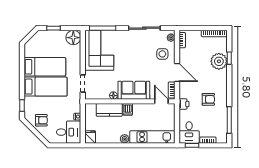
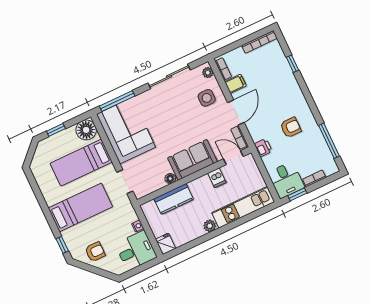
filing cabinet: (186, 54) -> (235, 84), added
plant: (219, 61) -> (282, 74), removed
bed: (45, 67) -> (81, 163), moved, turned 180
door: (177, 73) -> (236, 113), hinge flipped
dishwasher: (128, 109) -> (217, 178), moved

